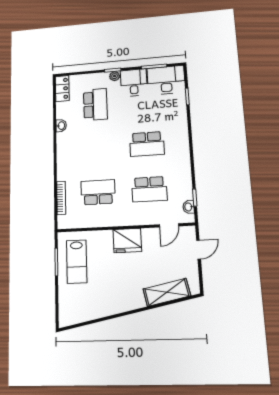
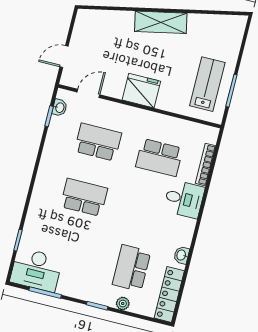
plant: (115, 76) -> (123, 303), moved
desk: (134, 83) -> (184, 199), moved, turned -90
locker: (62, 89) -> (169, 294), width x1.53
shelving: (167, 292) -> (161, 22), moved

